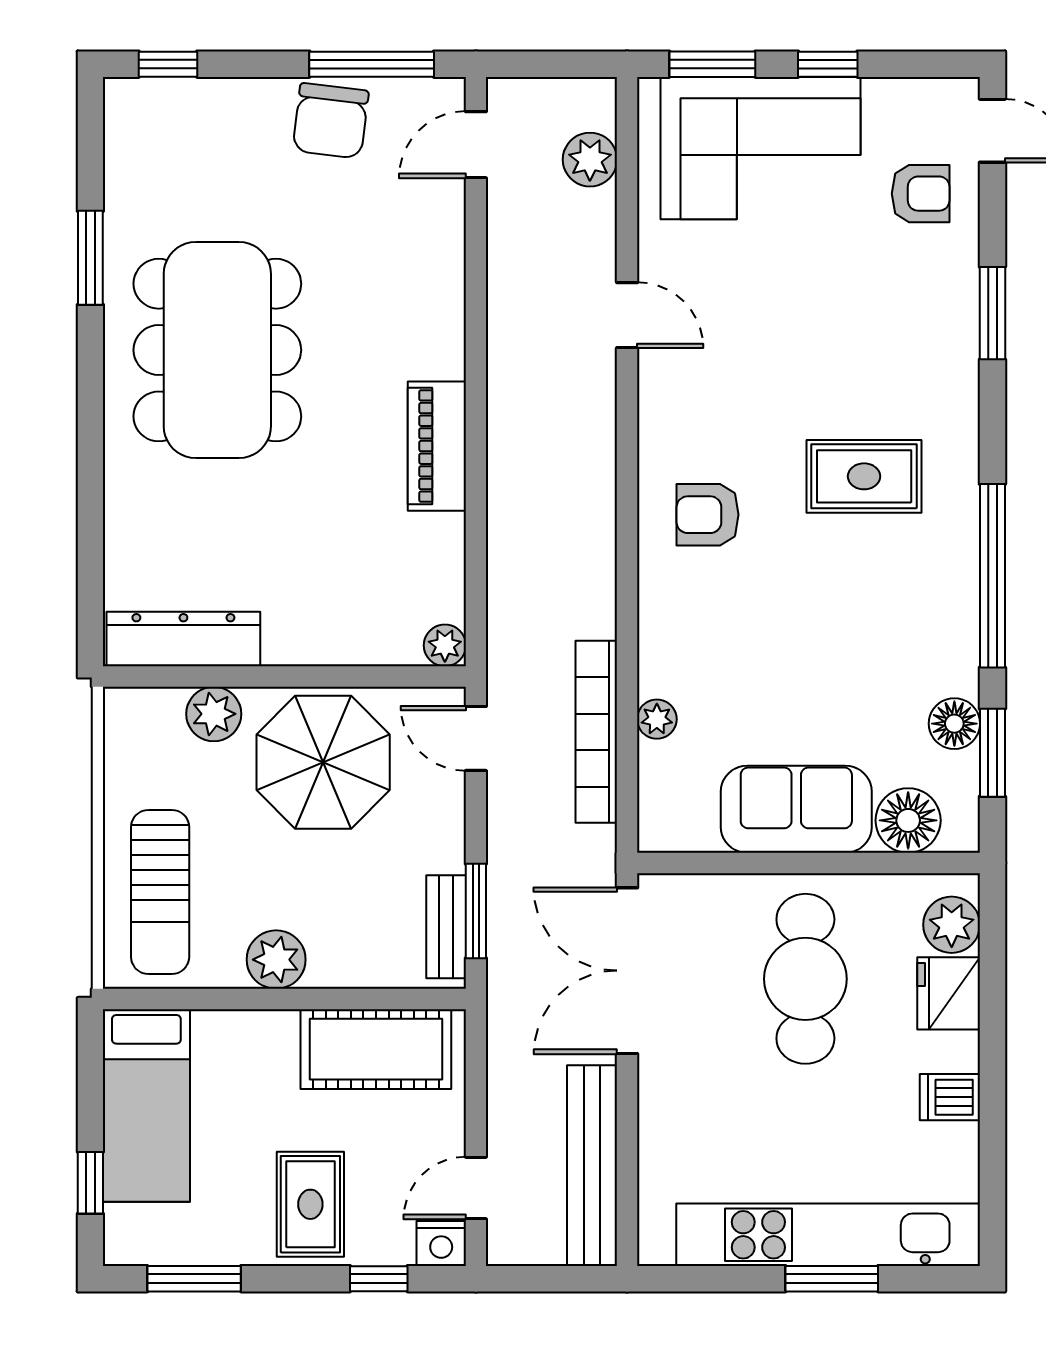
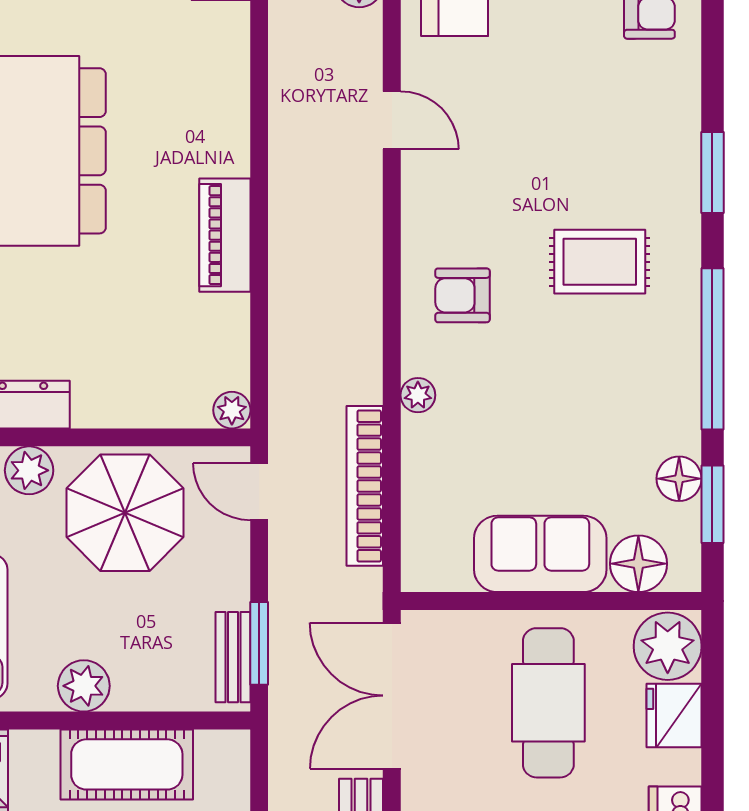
window: (992, 313) -> (712, 172), moved
plant: (657, 719) -> (418, 395), moved
plant: (952, 925) -> (668, 646), width x1.36, depth x1.36
cot: (376, 1049) -> (127, 764), moved

